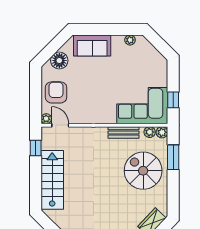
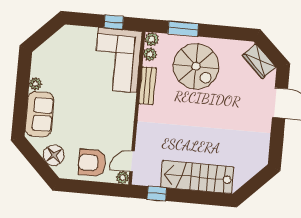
plant: (130, 40) -> (35, 84), moved
spiral stairs: (143, 171) -> (196, 66), turned -90

